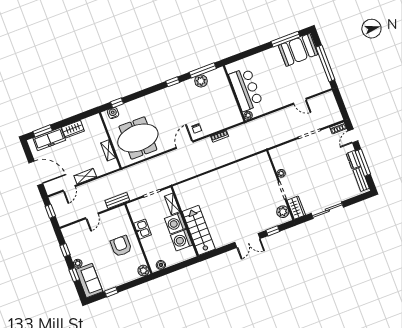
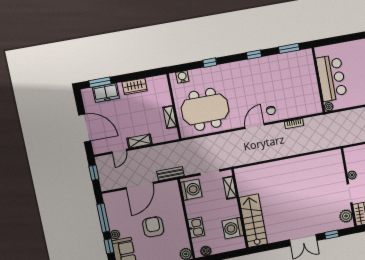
window: (203, 70) -> (289, 48), width x0.69
plant: (201, 81) -> (285, 60), removed
window: (117, 103) -> (210, 63), moved
freezer: (49, 139) -> (106, 93), width x0.71
door: (92, 216) -> (140, 186), width x1.88
washing machine: (175, 223) -> (191, 190), moved, turned 180
kitchen sink: (143, 229) -> (196, 227), moved
armchair: (121, 246) -> (153, 227), moved
window: (65, 250) -> (103, 218), width x2.17

